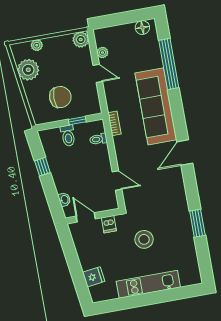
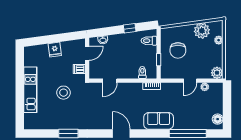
sofa: (156, 106) -> (159, 121), width x0.54, depth x0.79
toilet: (68, 136) -> (149, 41), moved
fridge: (94, 277) -> (55, 50), moved

